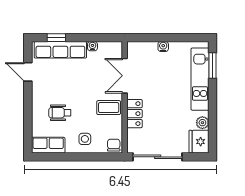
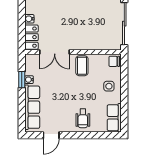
window: (56, 38) -> (22, 80), moved
wheelchair: (60, 113) -> (83, 118), moved
locker: (134, 114) -> (31, 37), moved, turned 90

